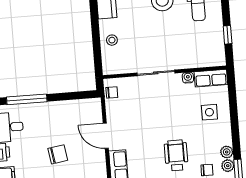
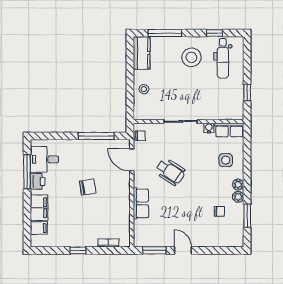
window: (27, 99) -> (96, 136), moved
door: (106, 136) -> (132, 160), moved
wheelchair: (176, 155) -> (170, 172), moved, turned 123
plant: (228, 166) -> (238, 185), moved

